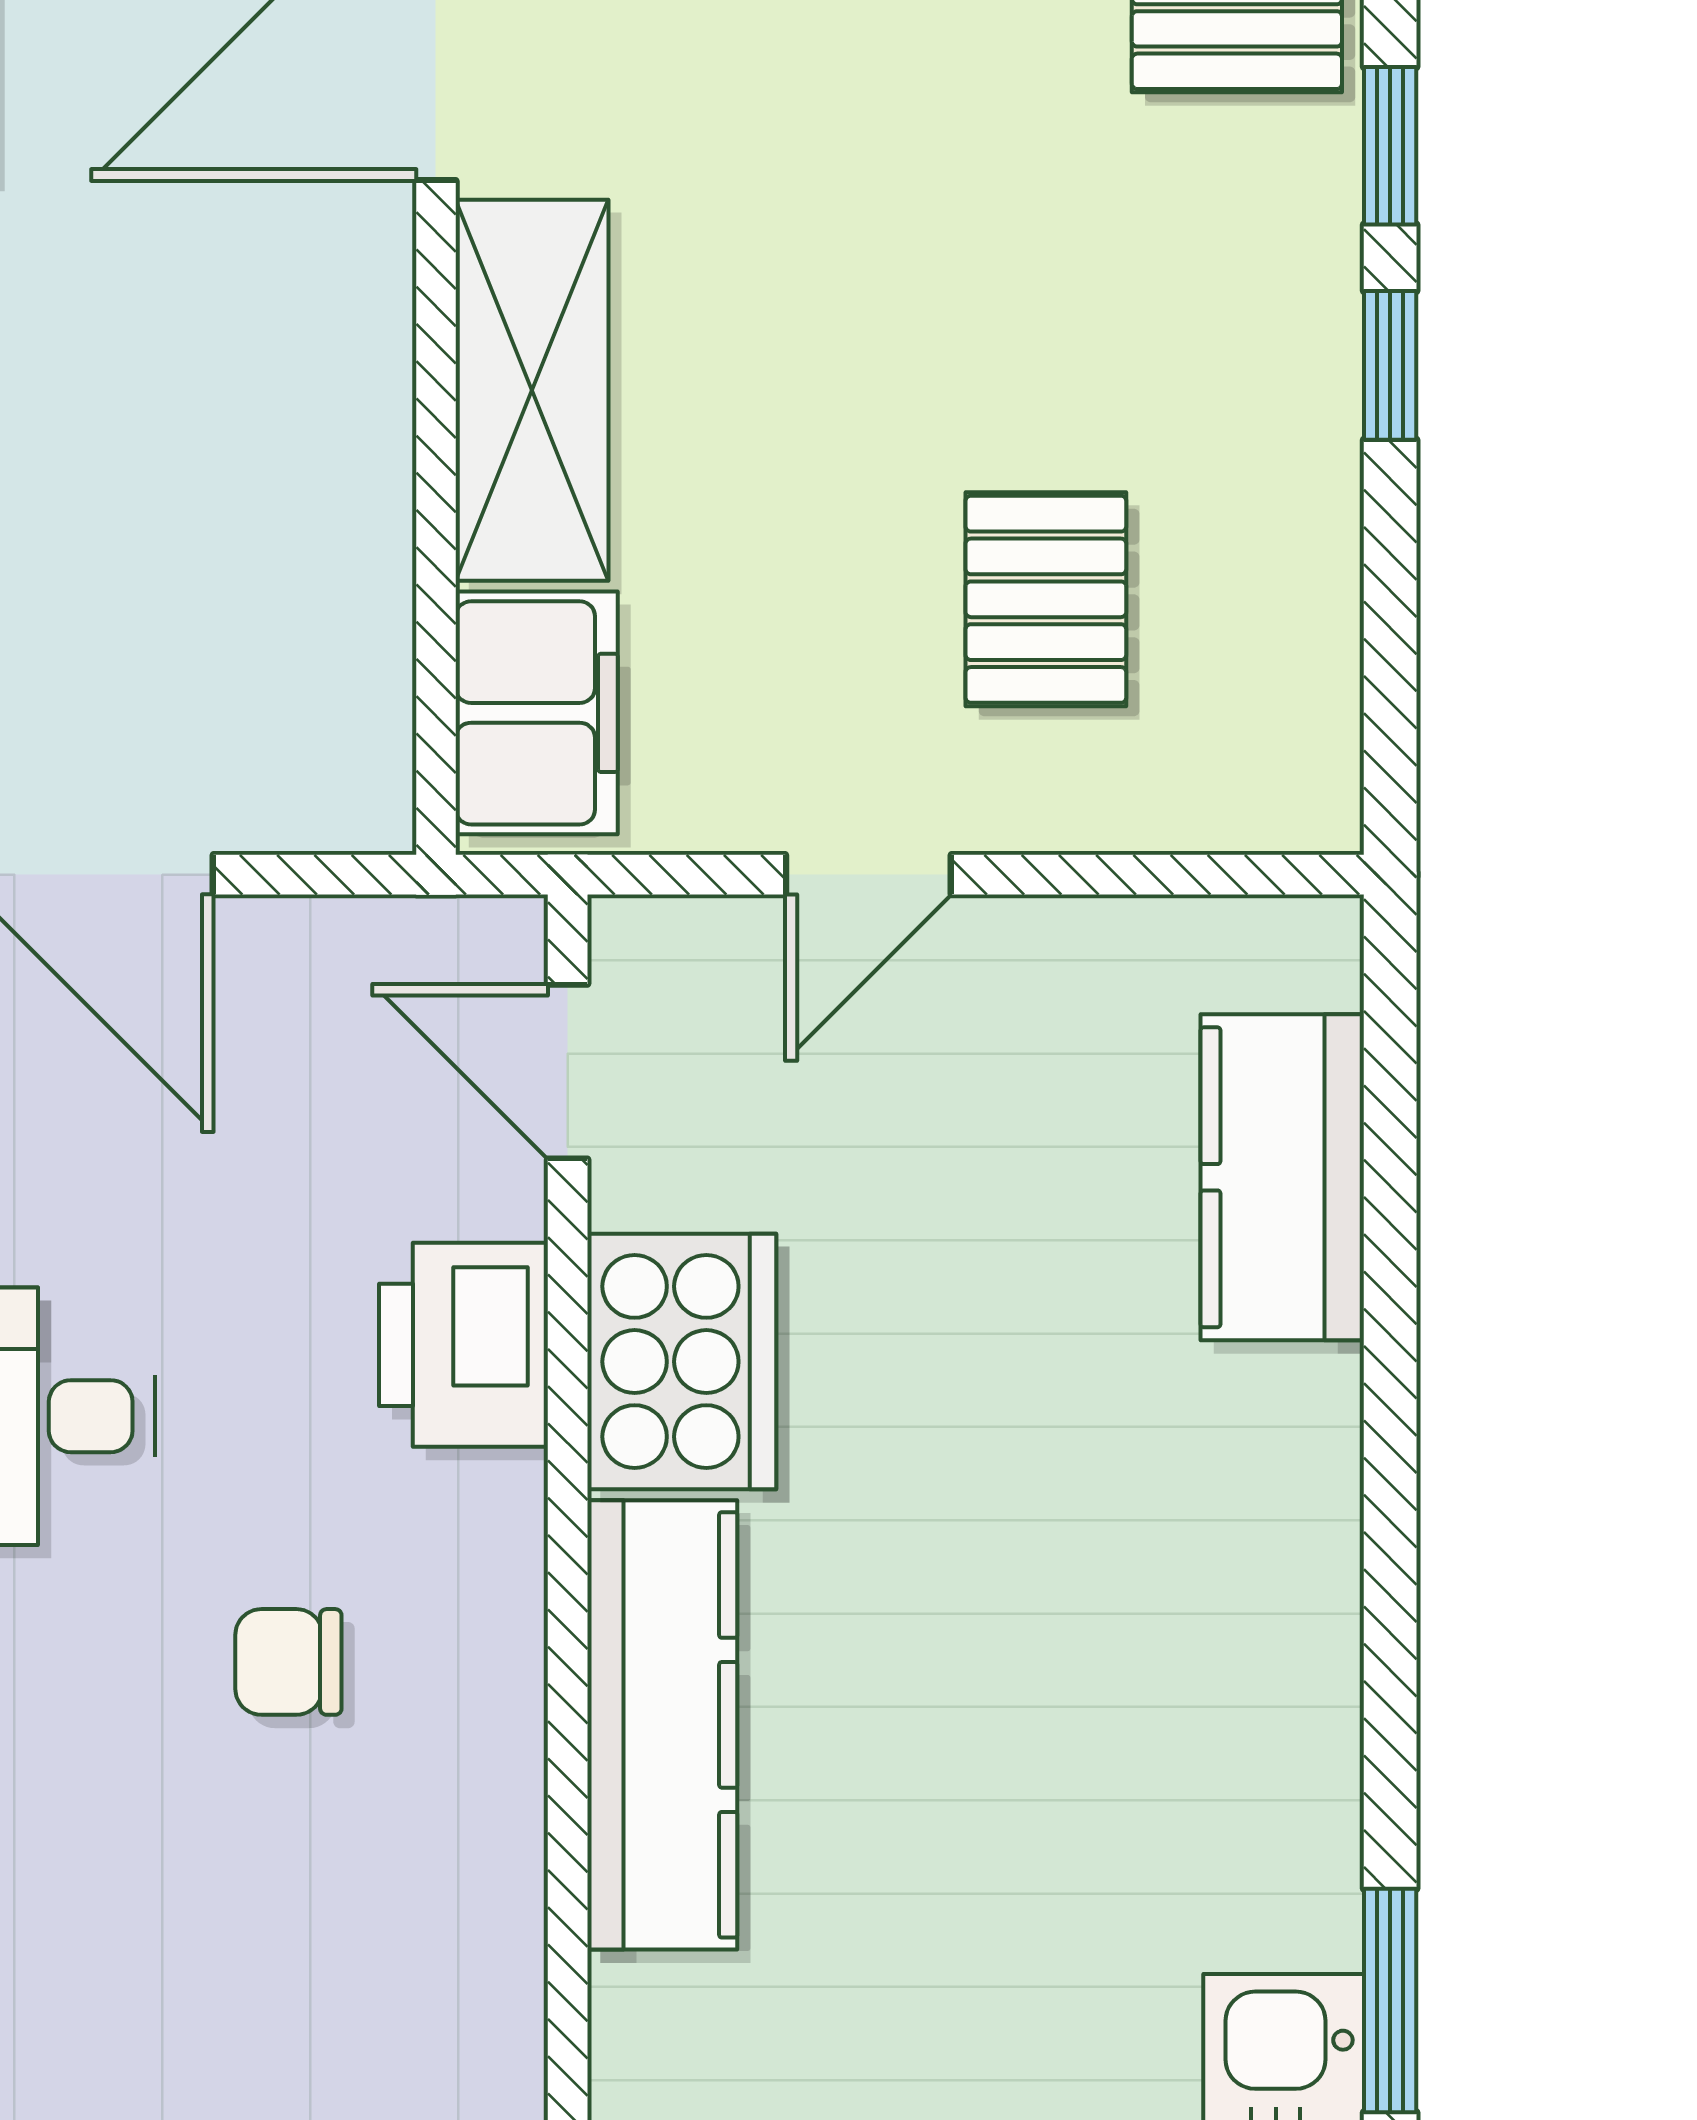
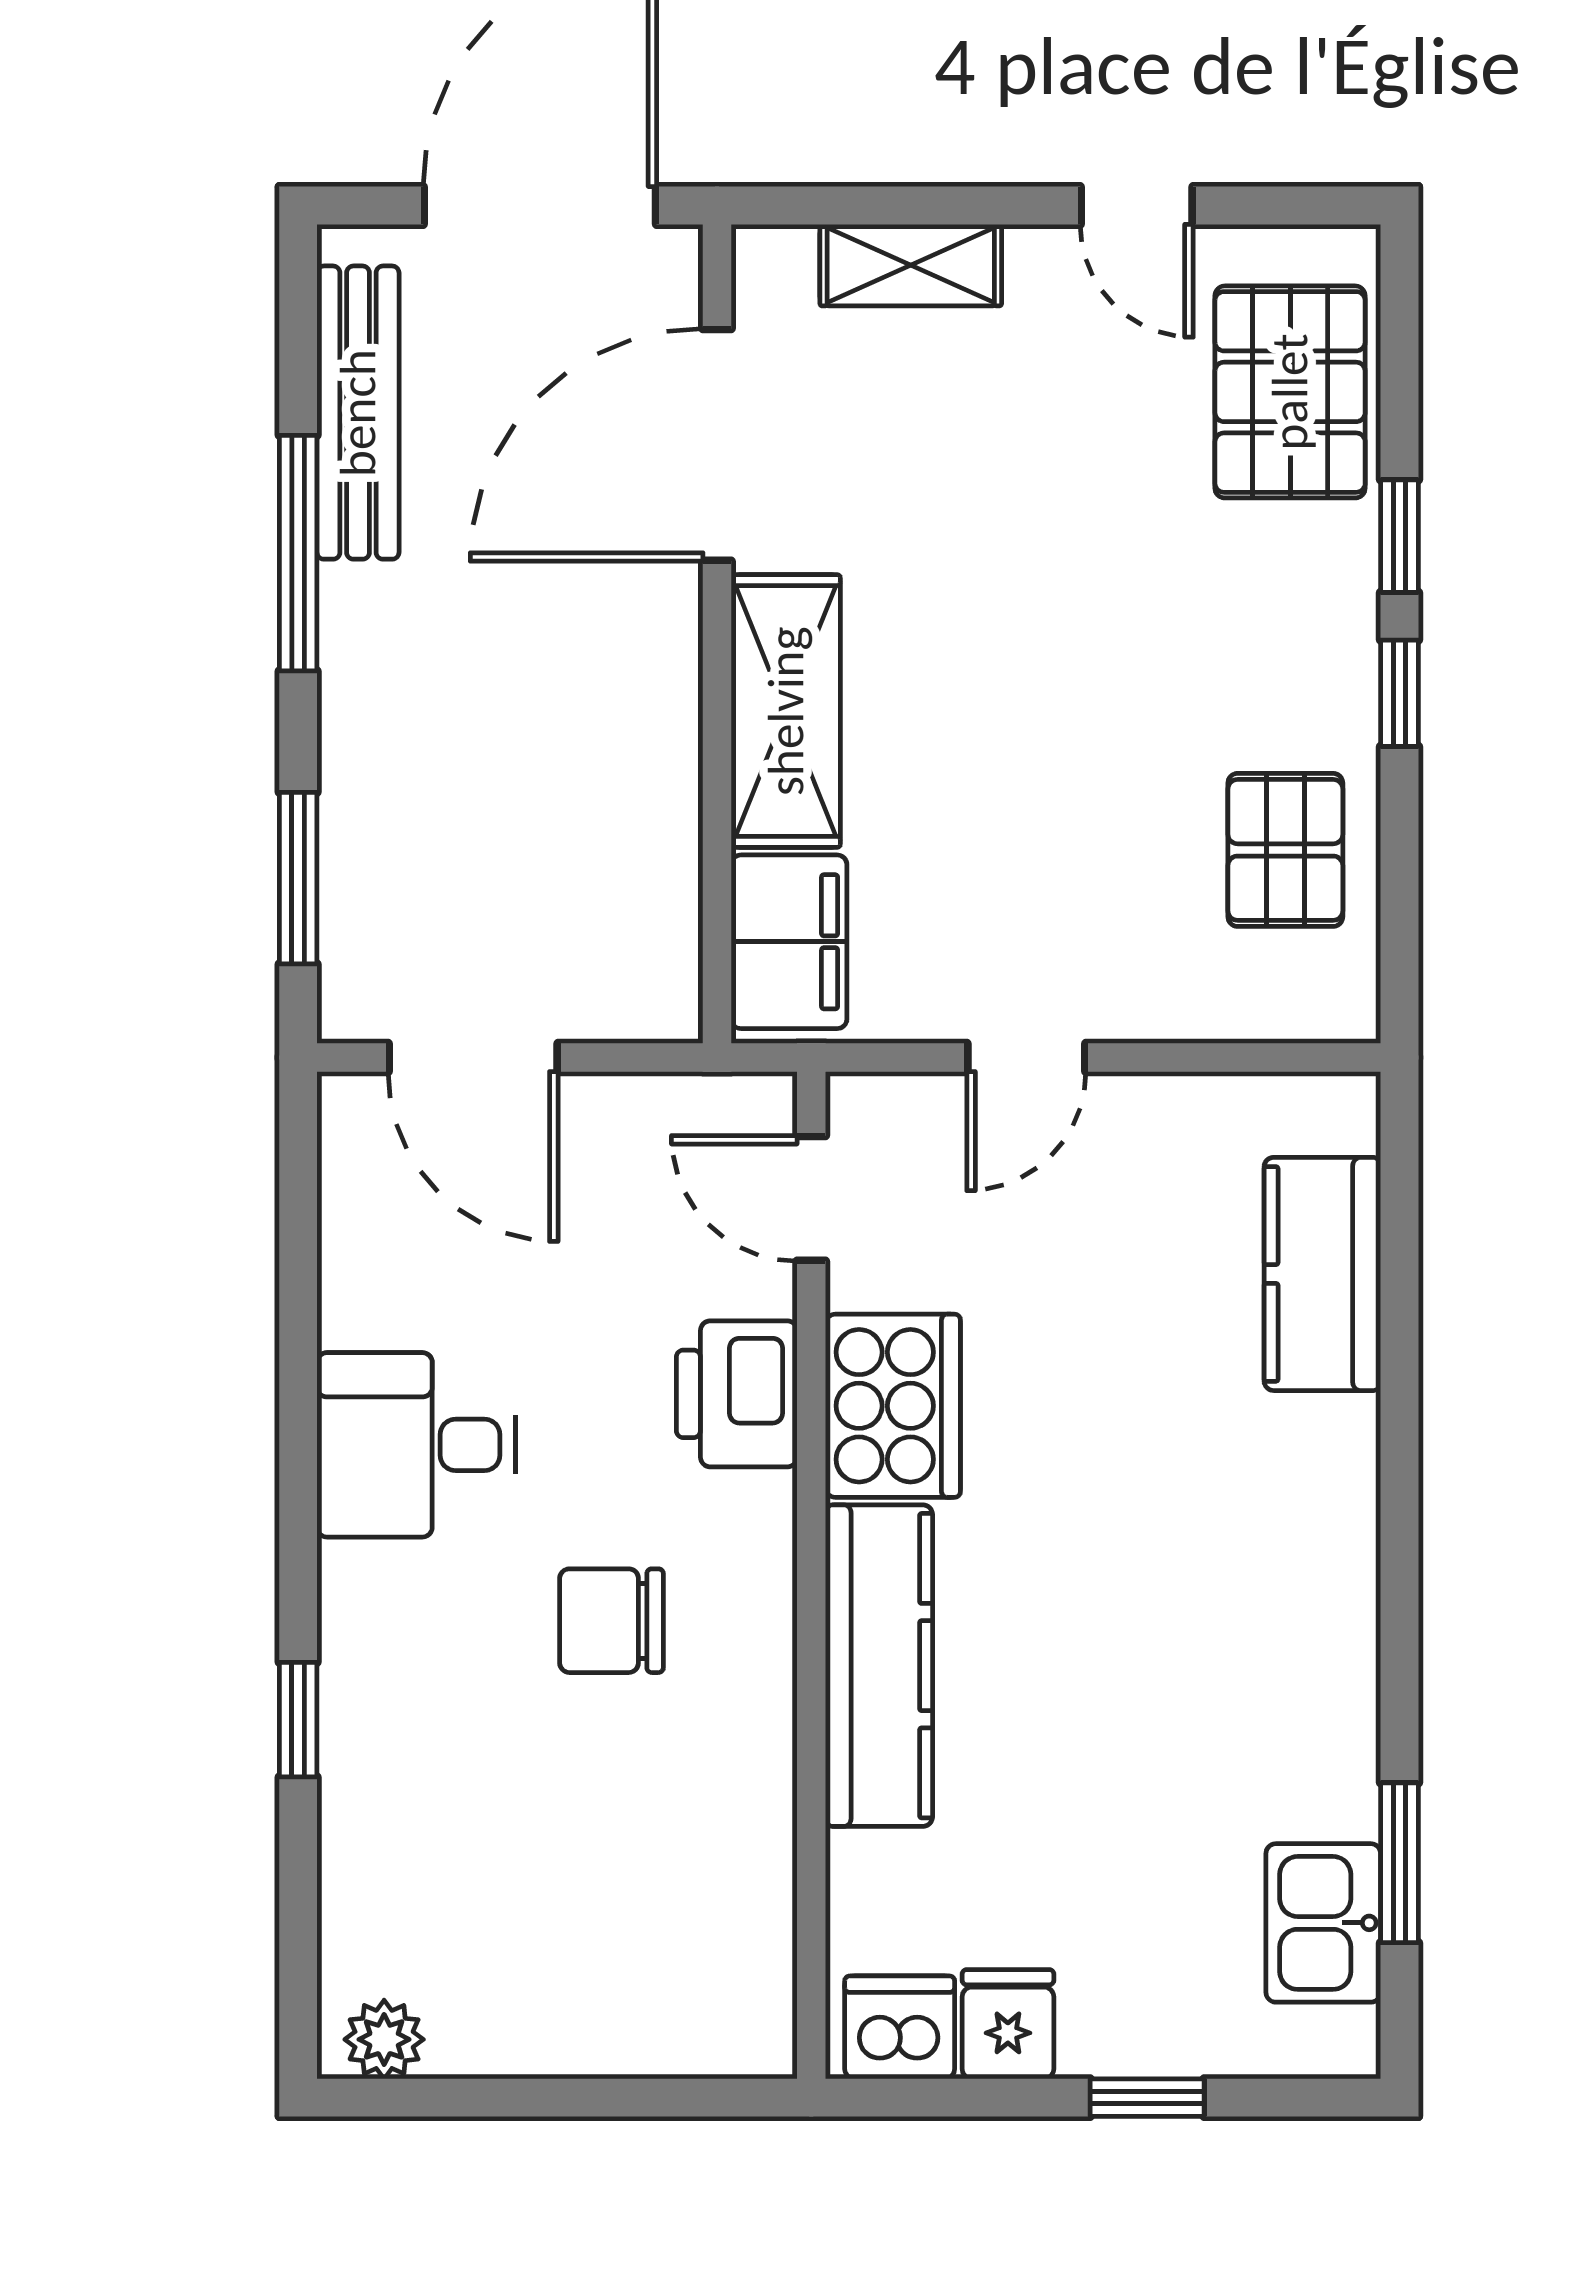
pallet: (1046, 599) -> (1285, 850), moved
chair: (288, 1662) -> (611, 1621), width x1.37, depth x1.37

